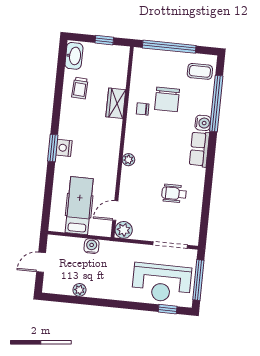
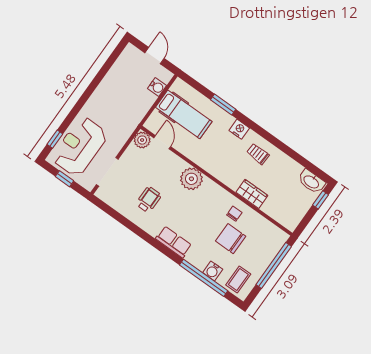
window: (104, 40) -> (321, 200), moved
trolley: (80, 88) -> (258, 154), moved
water cooler: (203, 123) -> (213, 271), moved
window: (53, 148) -> (223, 105), moved
plant: (128, 160) -> (191, 179), width x1.87, depth x1.87
water cooler: (92, 246) -> (157, 87), moved
window: (198, 280) -> (65, 179), width x0.46
plant: (79, 290) -> (113, 75), removed

